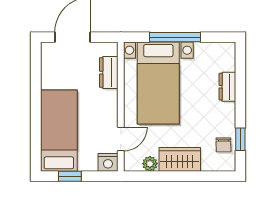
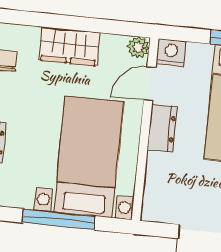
dresser: (109, 73) -> (162, 128), moved
plant: (150, 164) -> (138, 47), moved

